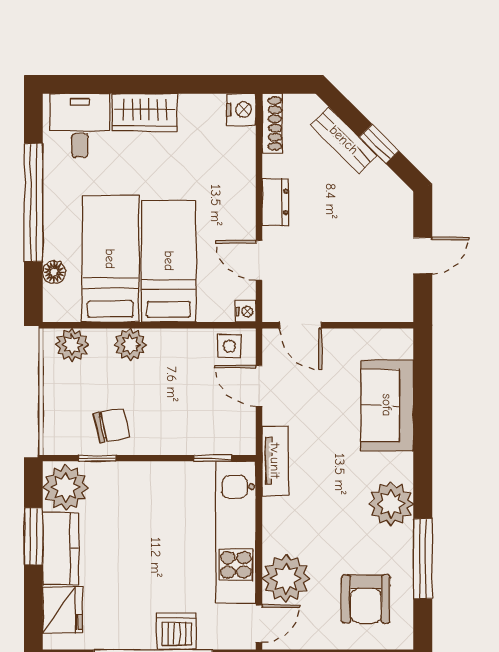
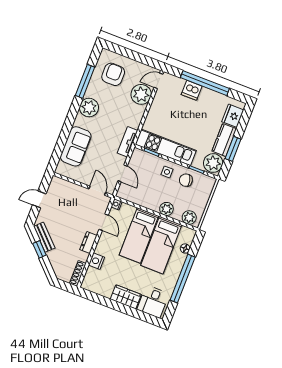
nightstand: (241, 110) -> (96, 261), moved
bench: (344, 140) -> (44, 237), moved
side table: (229, 346) -> (167, 172), moved
kitchen unit: (236, 532) -> (166, 147), moved, turned -90

